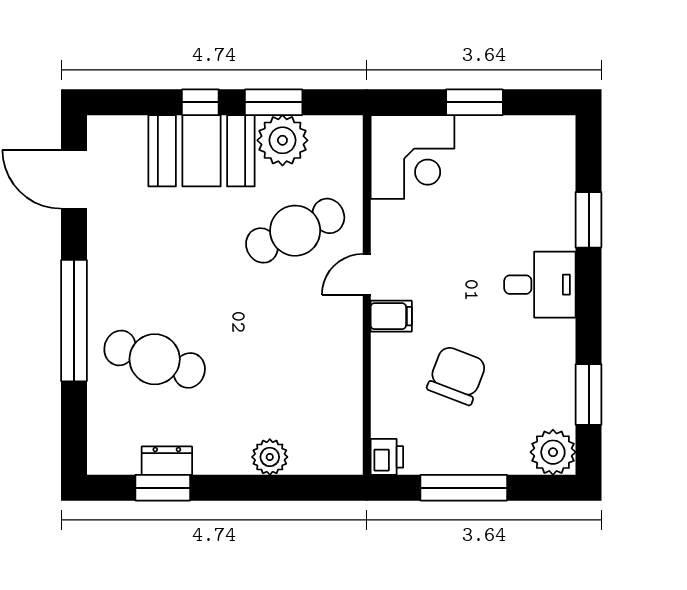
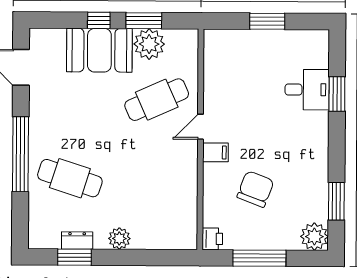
corner desk: (413, 157) -> (229, 55), removed
desk: (540, 285) -> (307, 90), moved
plant: (270, 457) -> (119, 238), moved

